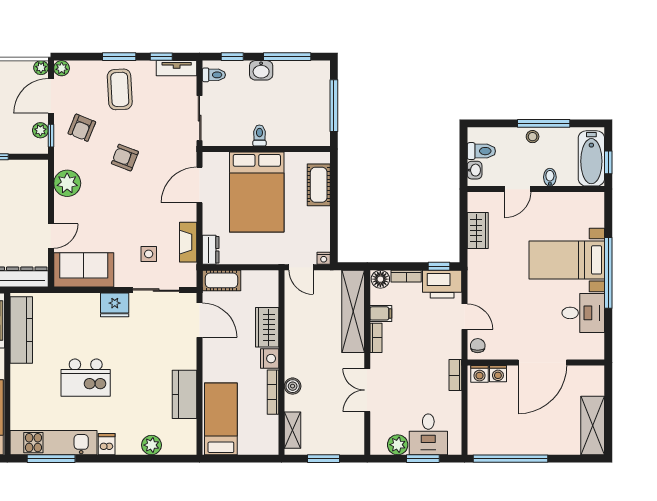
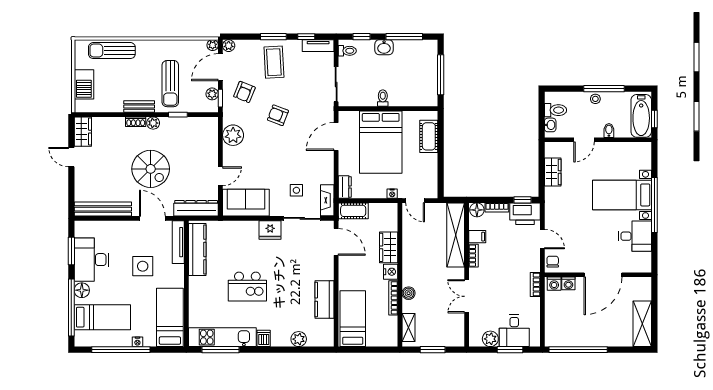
fireplace: (188, 242) -> (327, 200), moved
nightstand: (324, 258) -> (392, 194), moved

